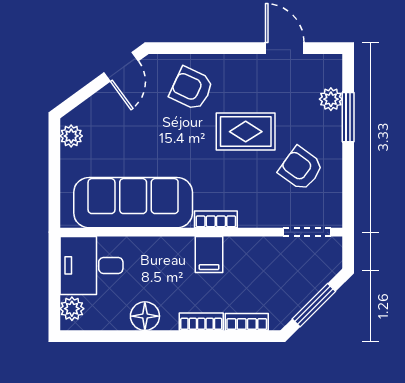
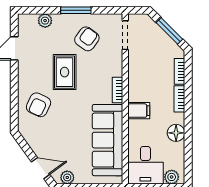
door: (121, 67) -> (41, 168), moved
window: (348, 117) -> (76, 10), moved
armchair: (301, 168) -> (87, 39), turned 180
filing cabinet: (209, 254) -> (139, 111), moved

